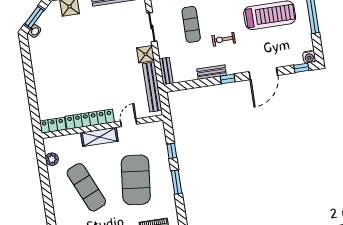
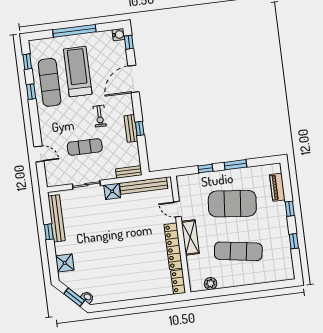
door: (263, 74) -> (133, 79), swing flipped
window: (228, 79) -> (140, 128), moved
exercise mat: (86, 187) -> (238, 251), turned 33

